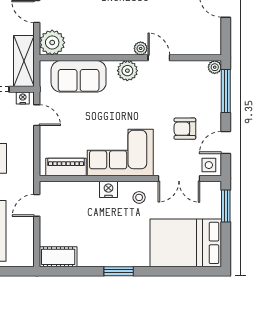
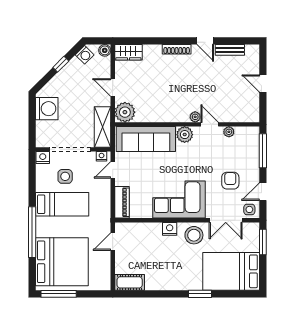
plant: (215, 67) -> (229, 132), moved
sofa: (79, 76) -> (146, 139), width x1.36
door: (37, 115) -> (113, 170), swing flipped
armchair: (185, 129) -> (230, 181), turned 90
piano: (66, 167) -> (122, 202), moved, turned 90
stool: (139, 197) -> (194, 235), width x1.89, depth x1.89
window: (119, 271) -> (200, 294), moved

